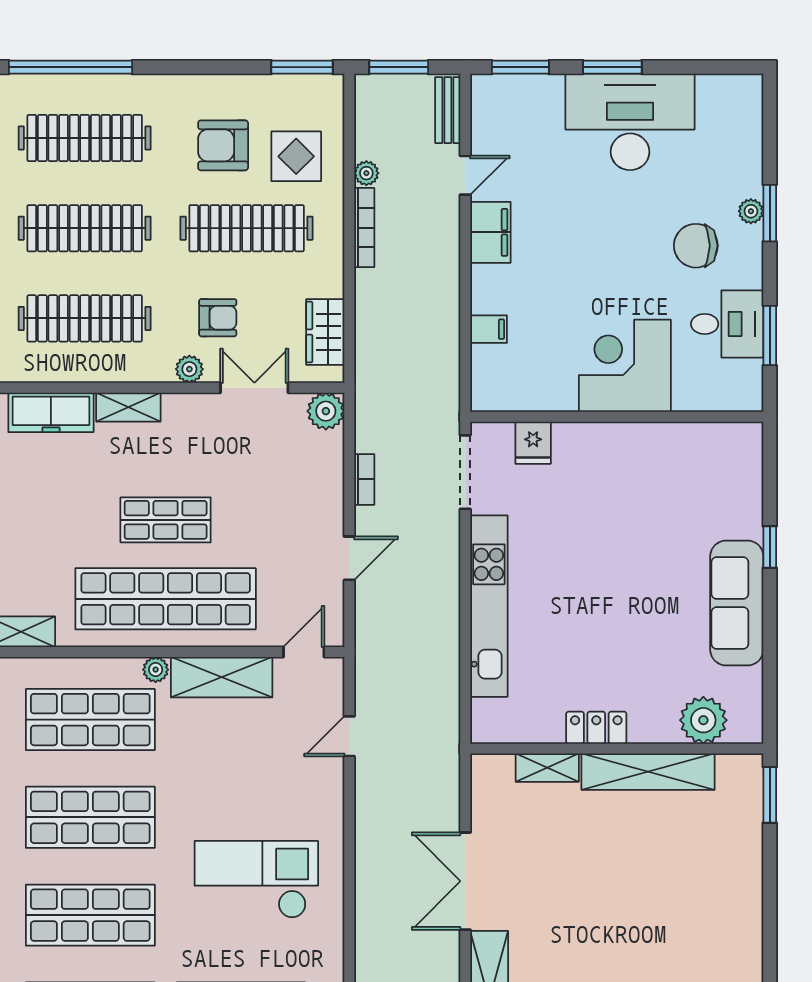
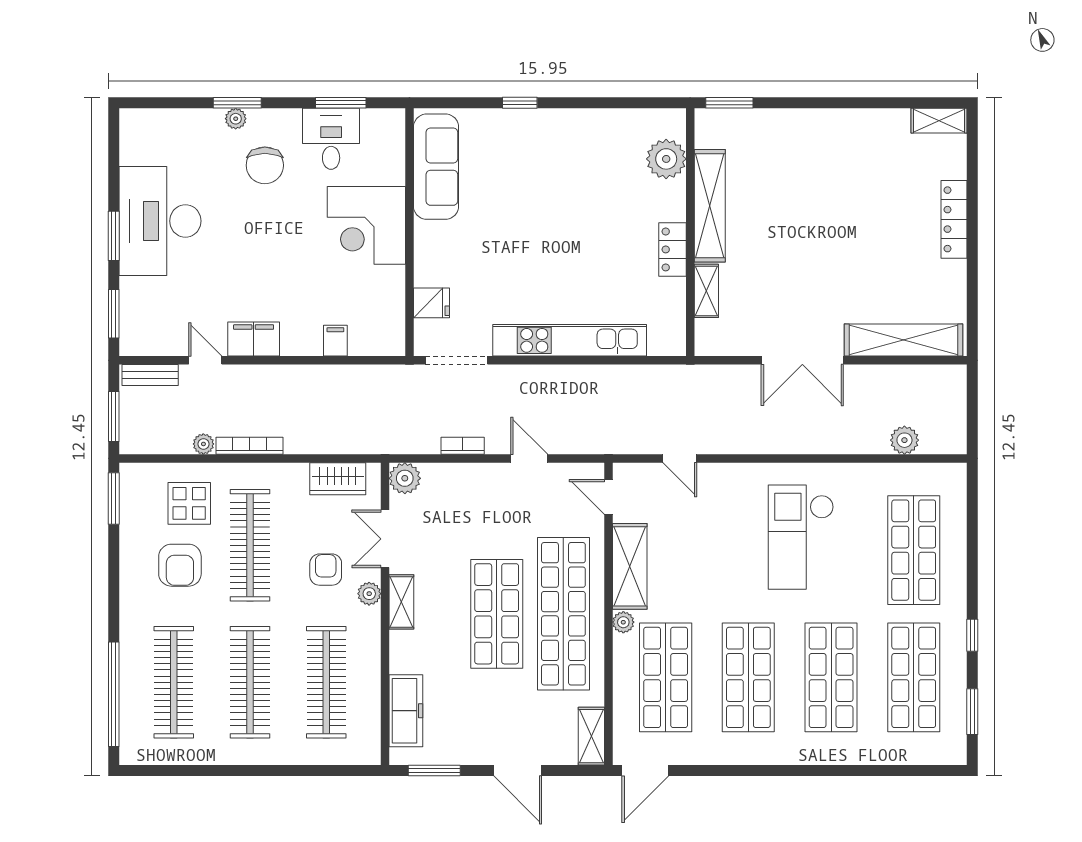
shelving: (128, 407) -> (401, 602), moved
shop shelf: (166, 520) -> (497, 614), width x1.43, depth x1.36
sofa: (737, 603) -> (436, 167), moved, turned -90

